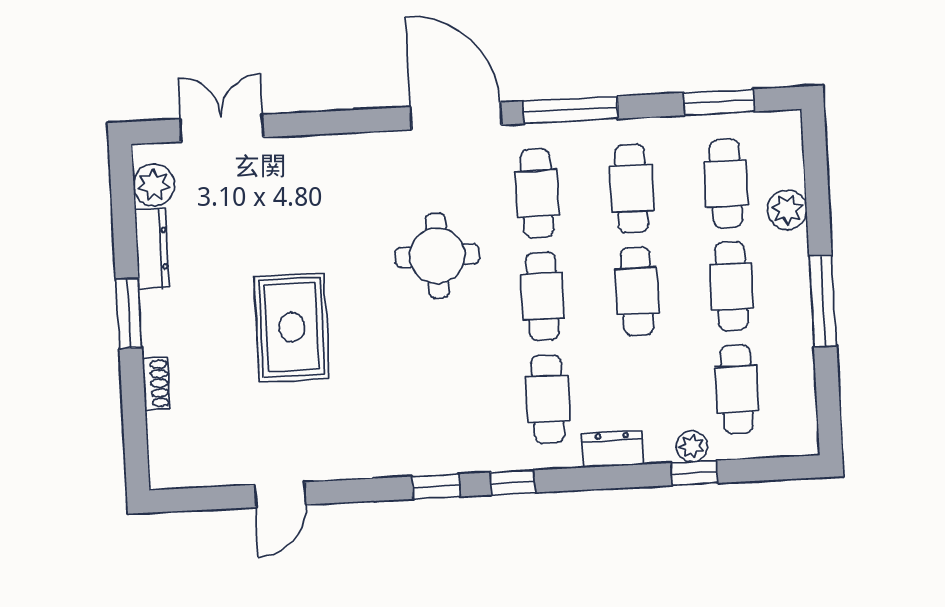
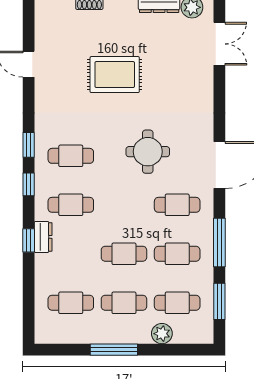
window: (570, 110) -> (219, 242), moved
cafe table: (542, 296) -> (71, 156), moved
plant: (692, 446) -> (42, 278), removed
window: (694, 473) -> (29, 240), moved

